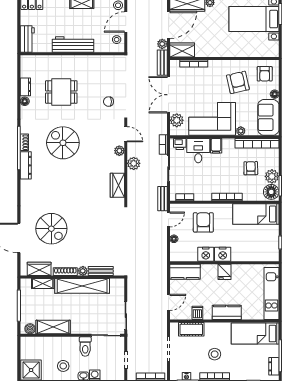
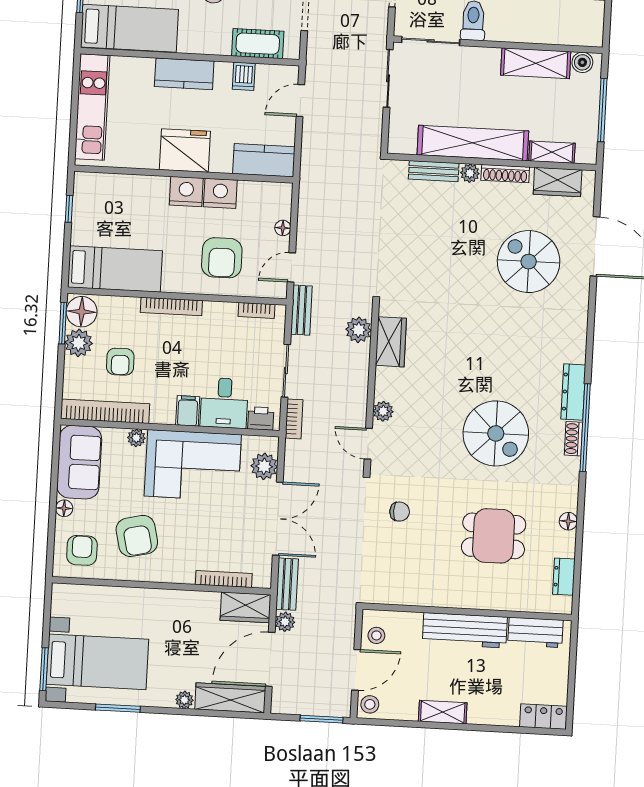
workbench: (27, 39) -> (535, 632), moved, turned -90
dresser: (25, 87) -> (564, 577), moved
plant: (134, 163) -> (359, 330), moved
fridge: (224, 272) -> (185, 151), width x1.88, depth x1.34

